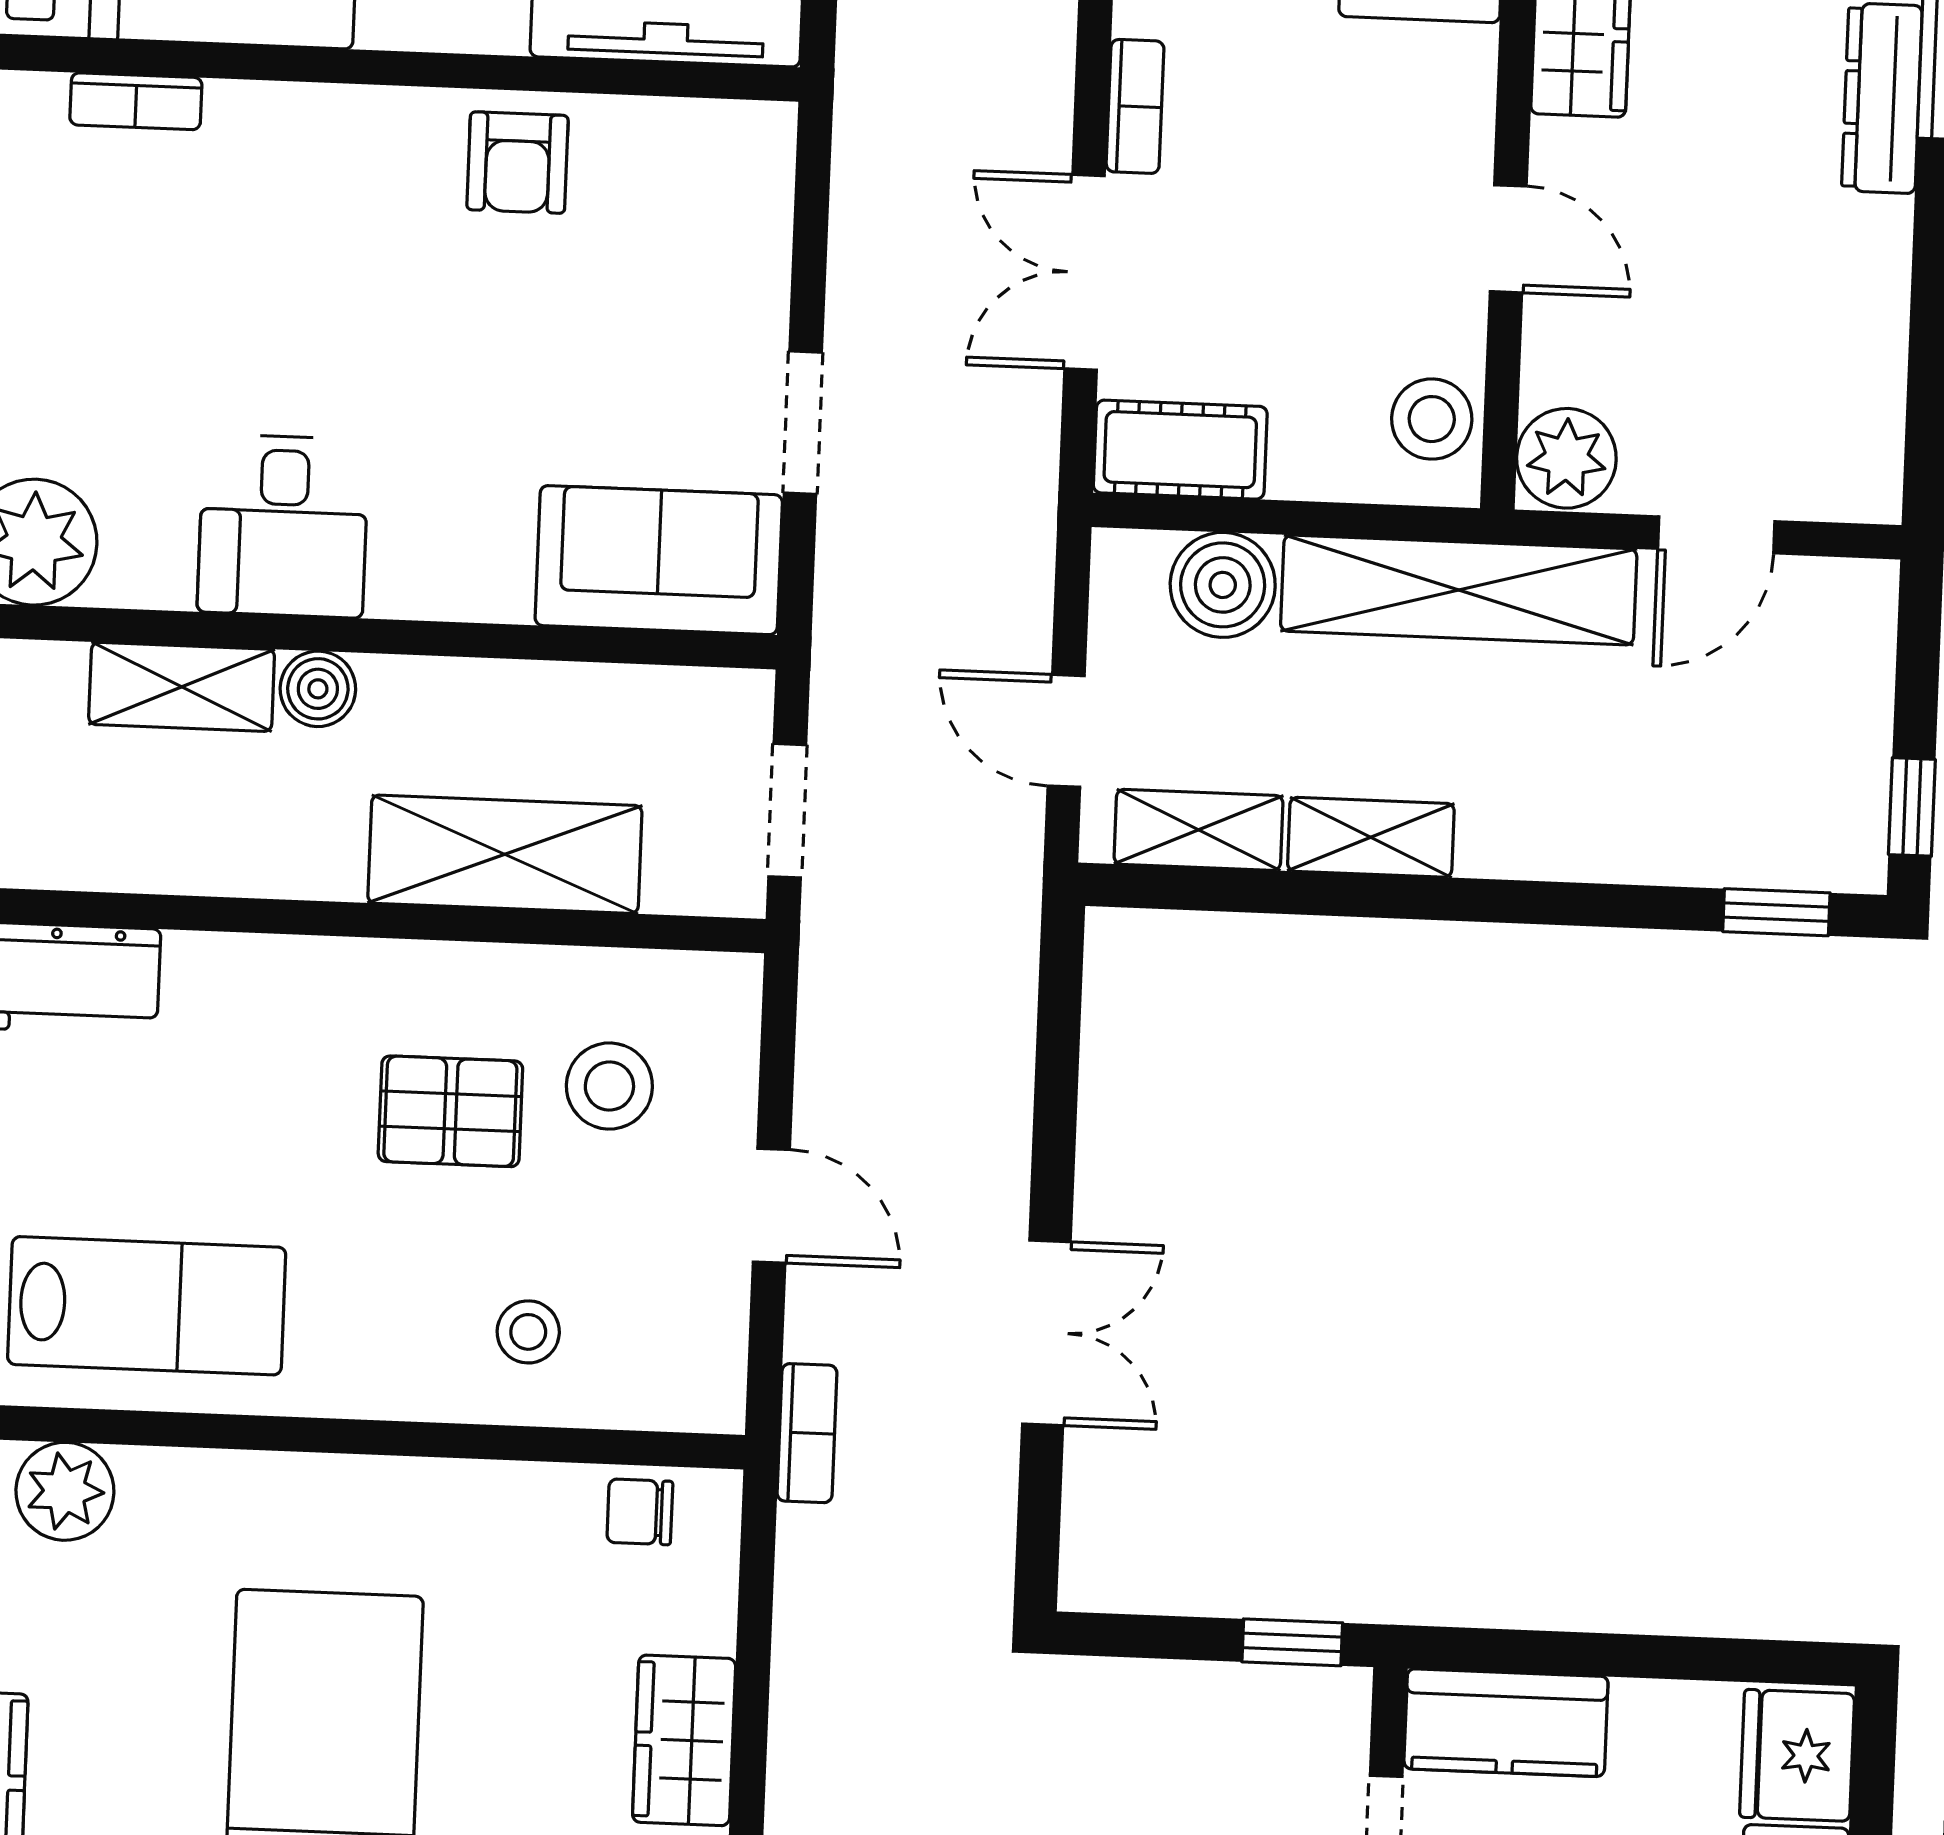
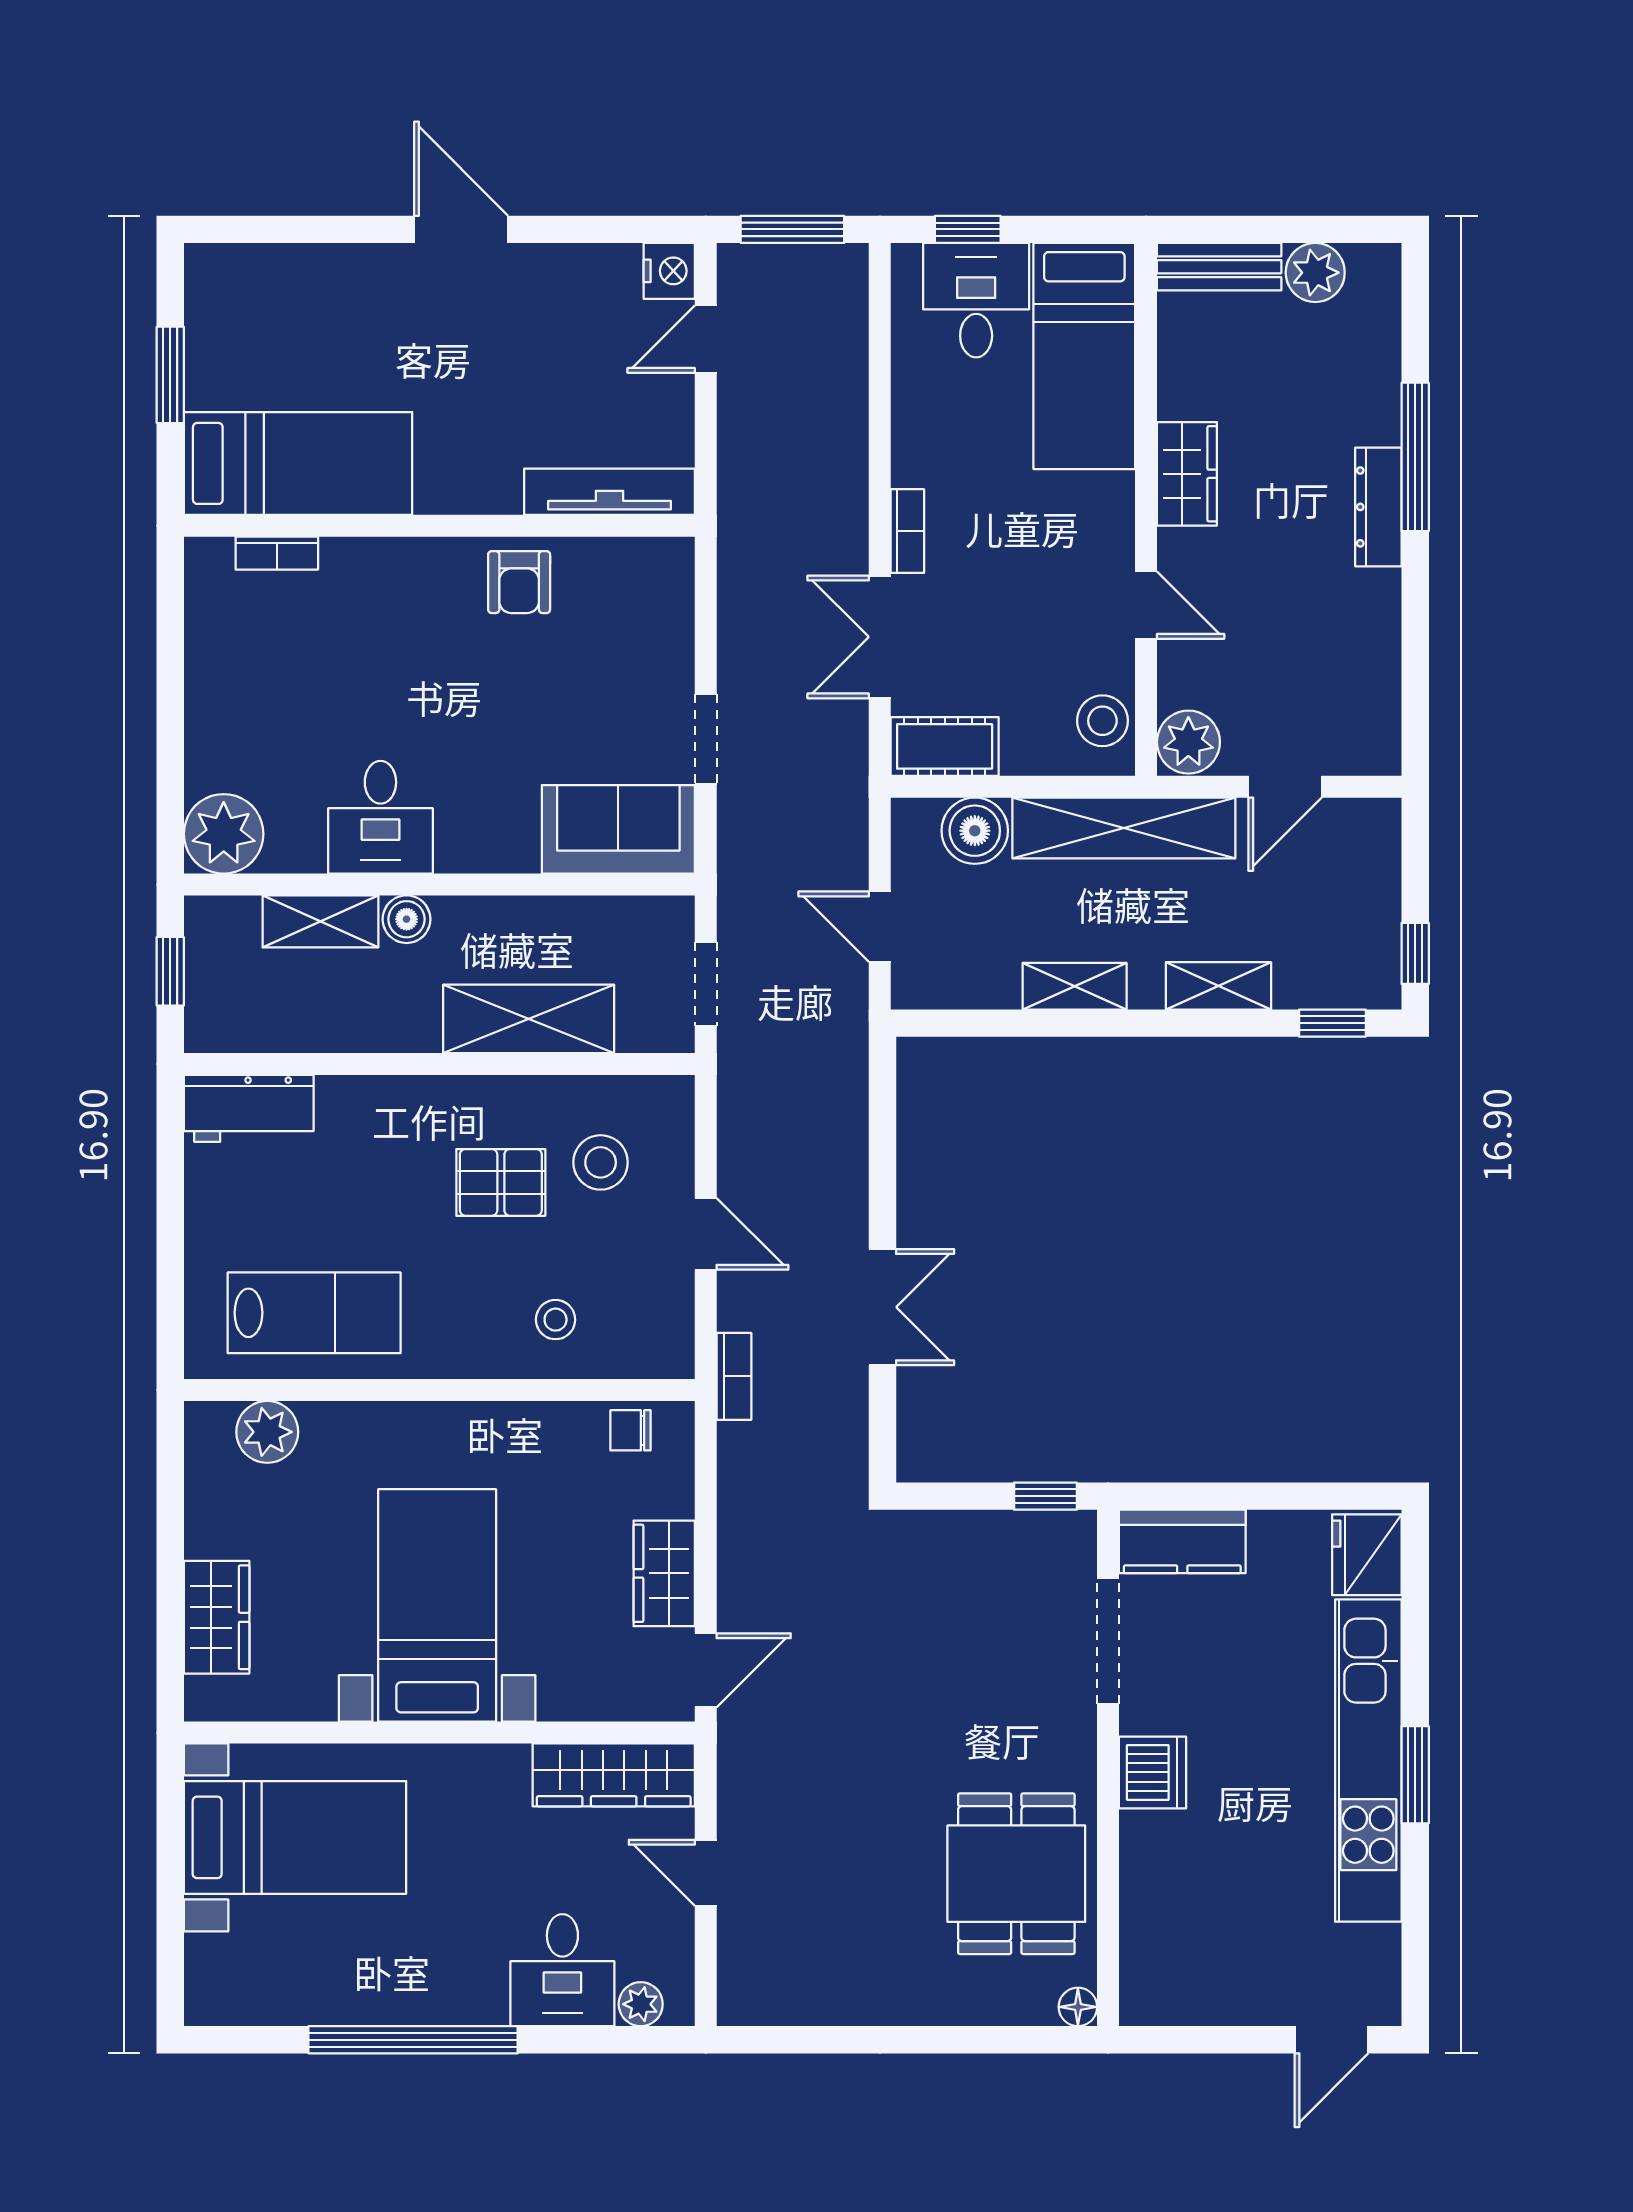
shelving: (1199, 830) -> (1218, 986), moved

